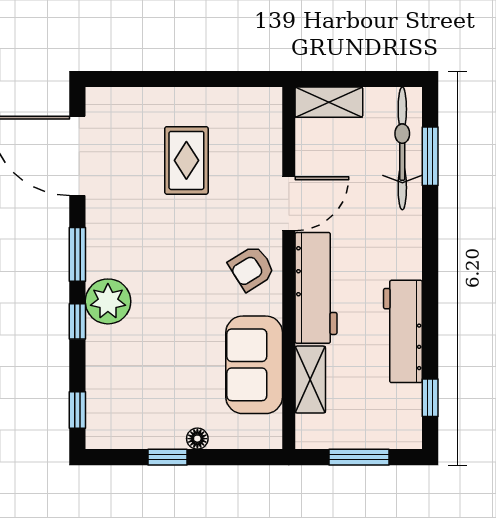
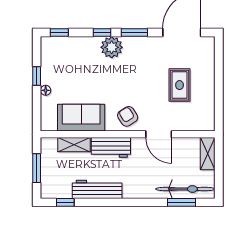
rug: (186, 160) -> (180, 85), turned 90
workbench: (316, 288) -> (111, 147), width x0.73

